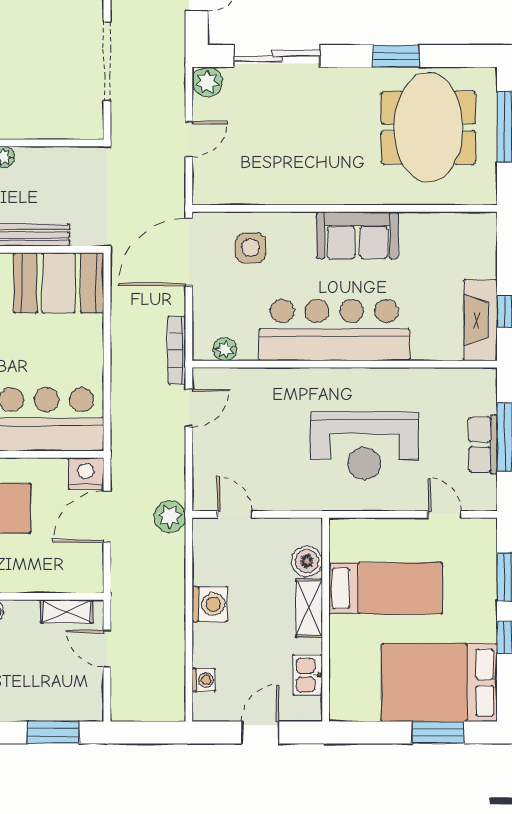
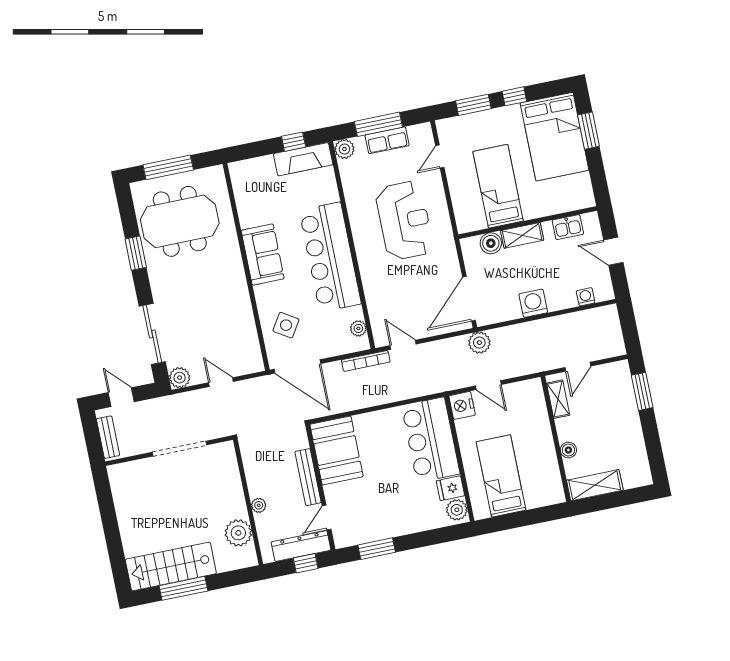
side table: (251, 248) -> (286, 325), turned 32
plant: (483, 382) -> (344, 149), added
door: (235, 514) -> (469, 299), width x1.88
door: (107, 517) -> (488, 385), width x0.73

